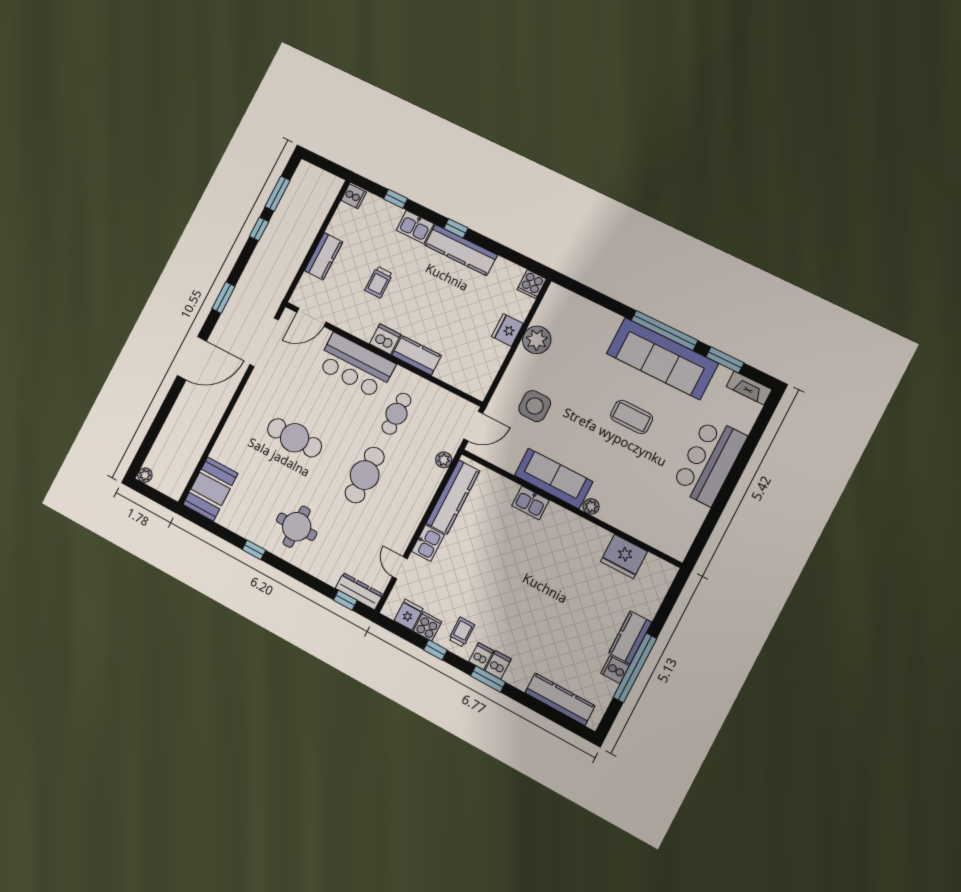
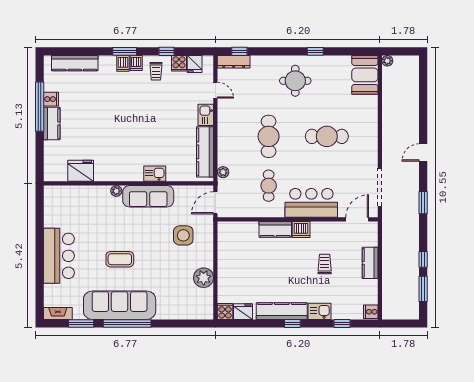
fridge: (507, 330) -> (243, 312), moved, turned -90
door: (192, 358) -> (423, 152), width x0.53
plant: (145, 475) -> (387, 61), moved

